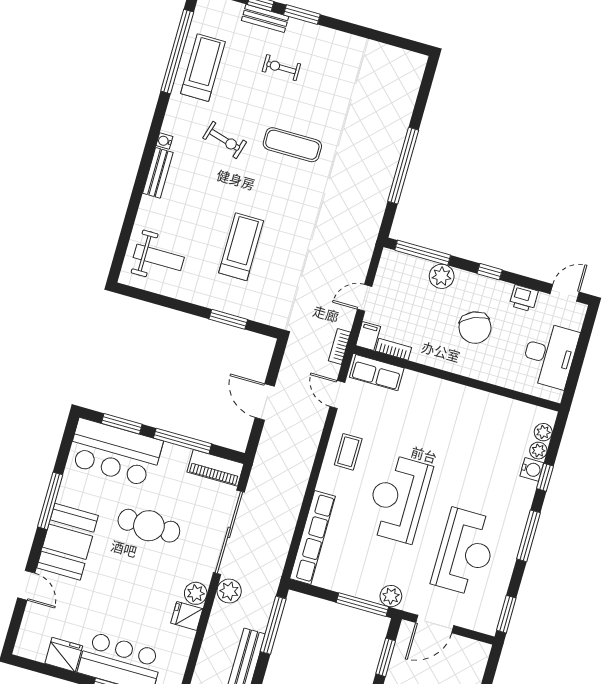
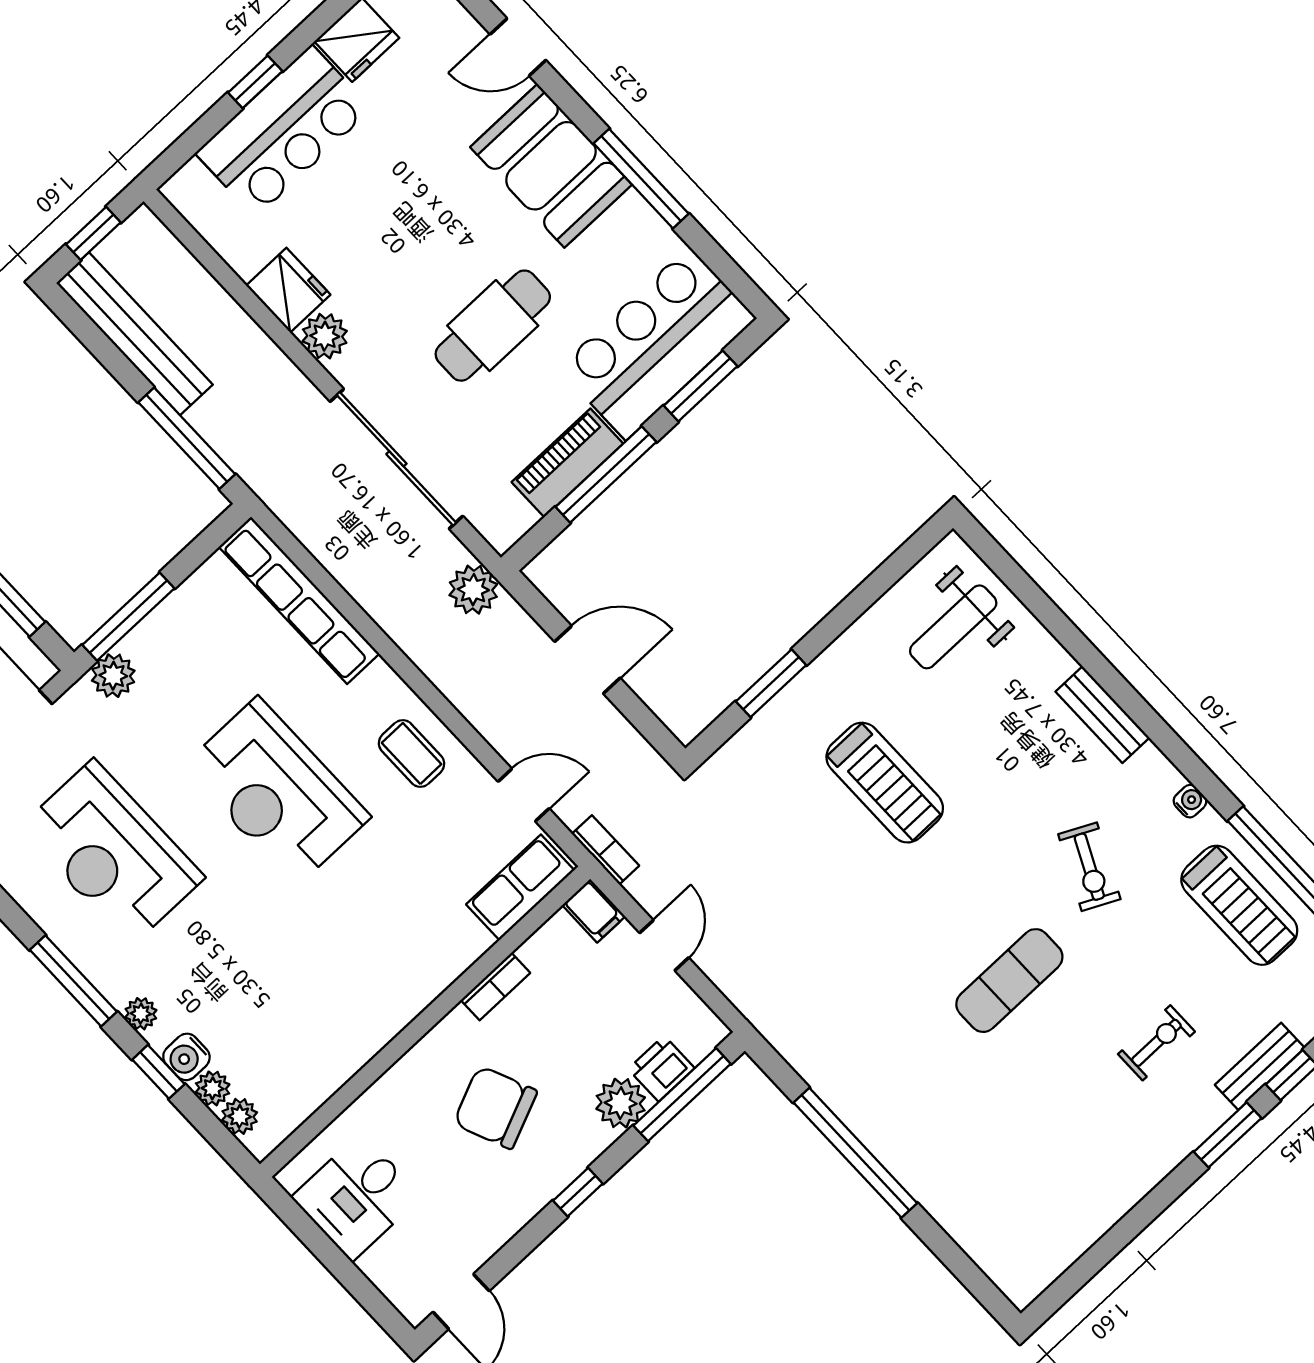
exercise bike: (225, 140) -> (1089, 867), turned -80
water cooler: (164, 141) -> (1190, 801), moved
printer: (524, 298) -> (661, 1069), moved
bookcase: (393, 349) -> (495, 987), moved
desk: (550, 355) -> (357, 1197), width x0.73
piano: (215, 468) -> (567, 463), moved
reception desk: (398, 499) -> (277, 792), turned 180
plant: (525, 499) -> (141, 1014), added
plant: (229, 591) -> (473, 590), moved
fridge: (187, 616) -> (288, 290), width x1.38

